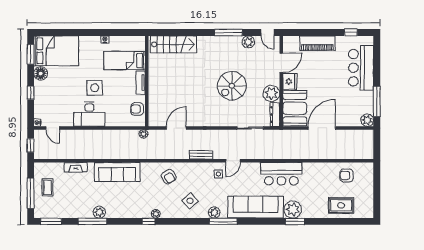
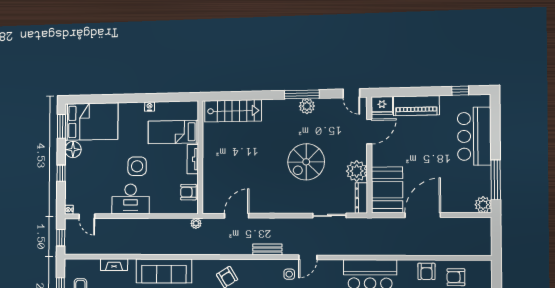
plant: (248, 42) -> (307, 106), moved
fridge: (290, 82) -> (382, 106), moved, turned 90
armchair: (324, 171) -> (426, 271), added

